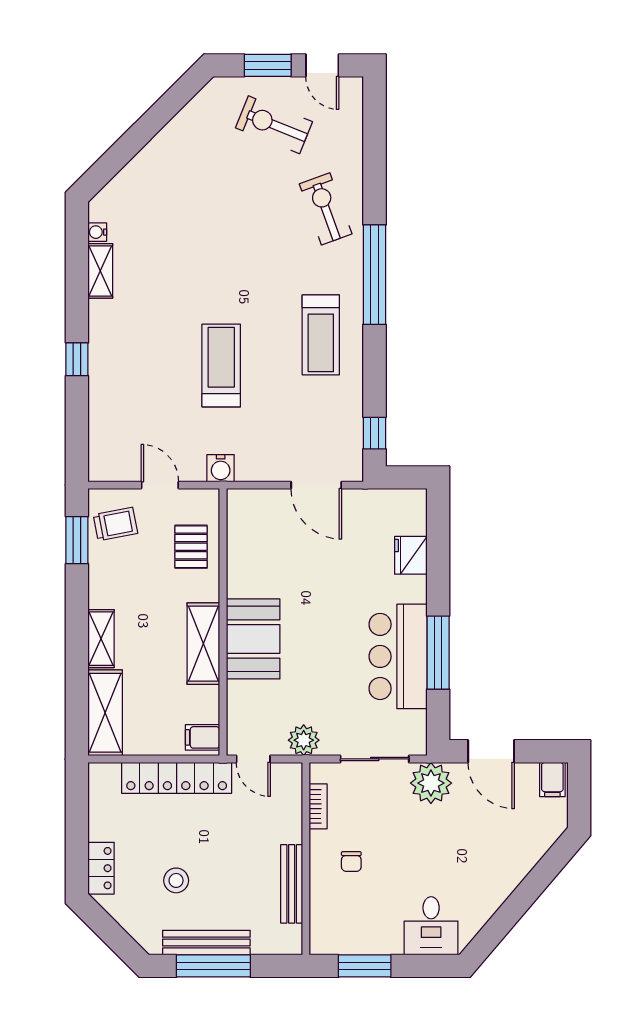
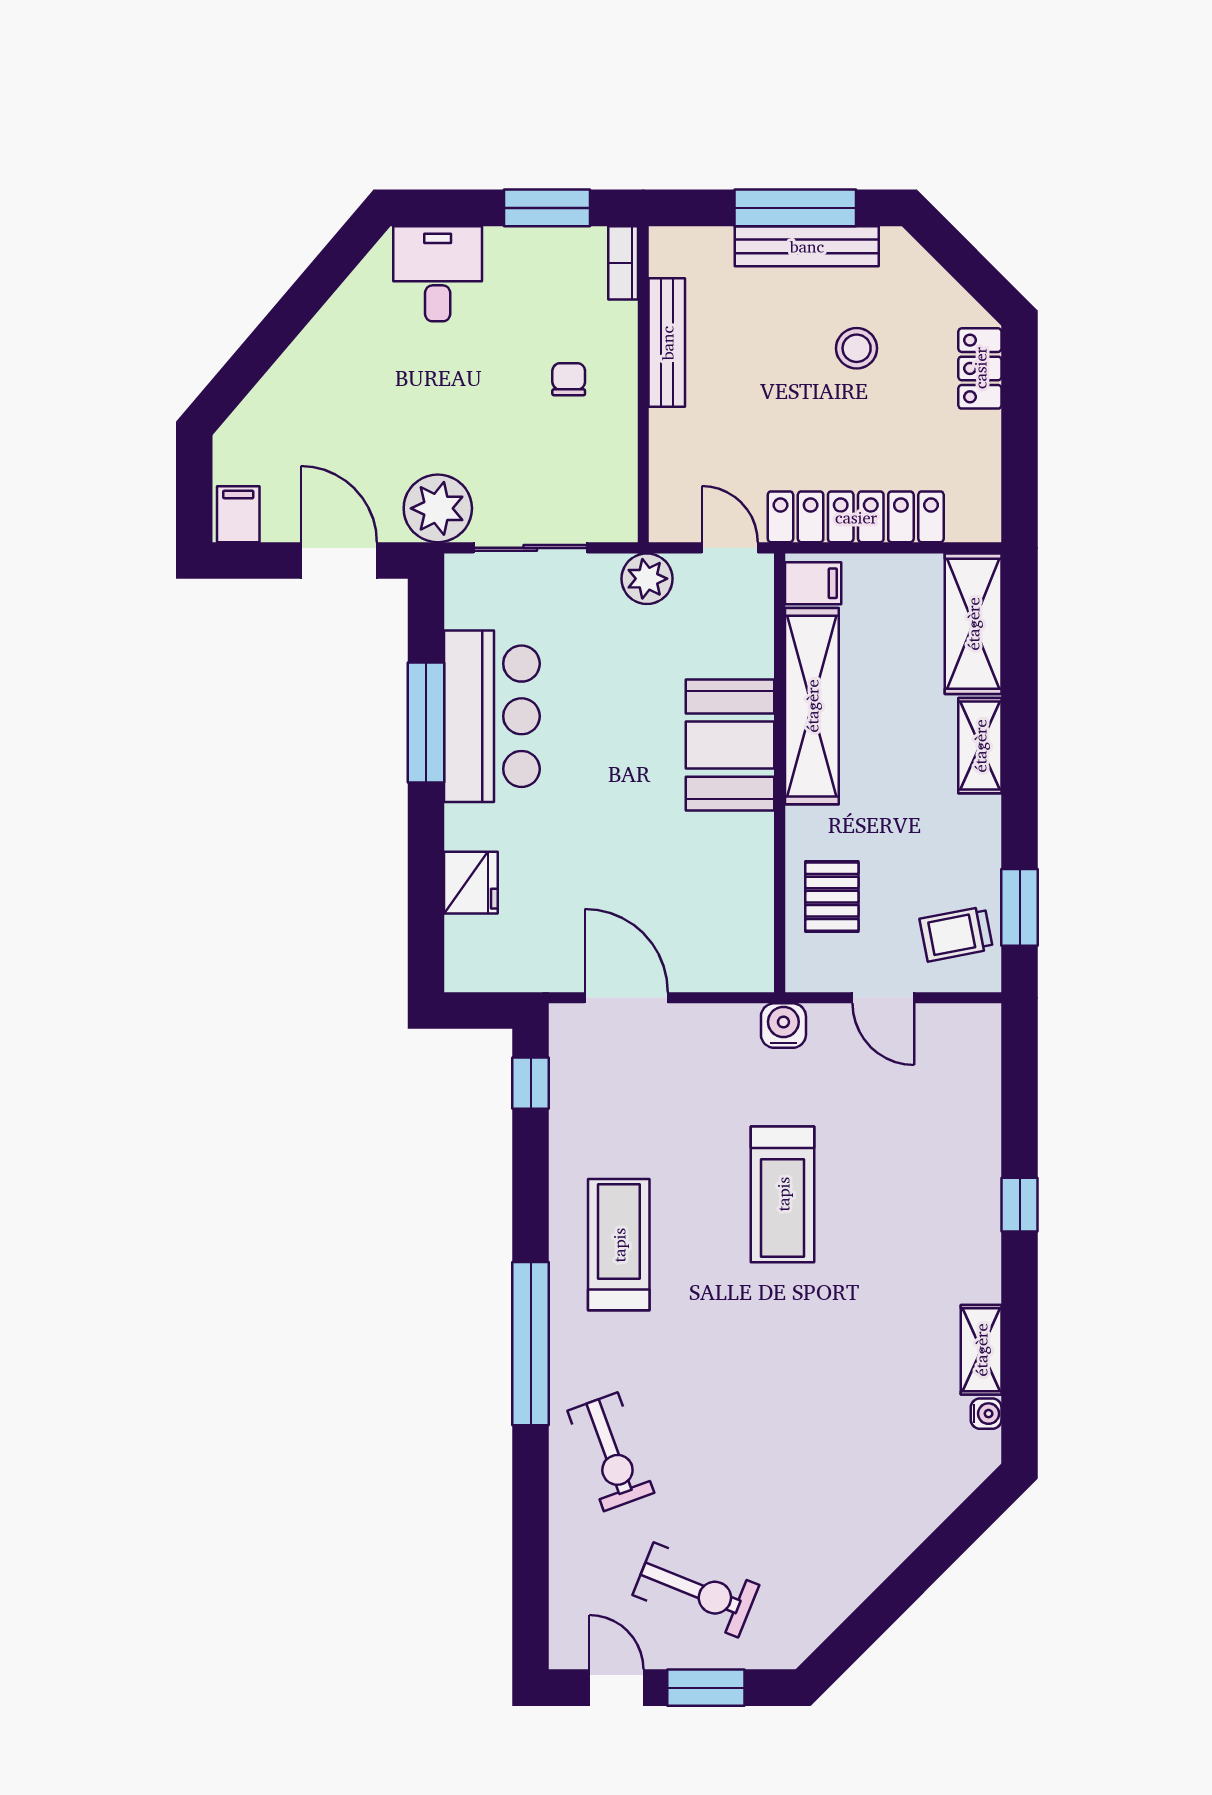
shelving: (203, 644) -> (812, 706), width x1.47
bookcase: (318, 806) -> (623, 263), moved

